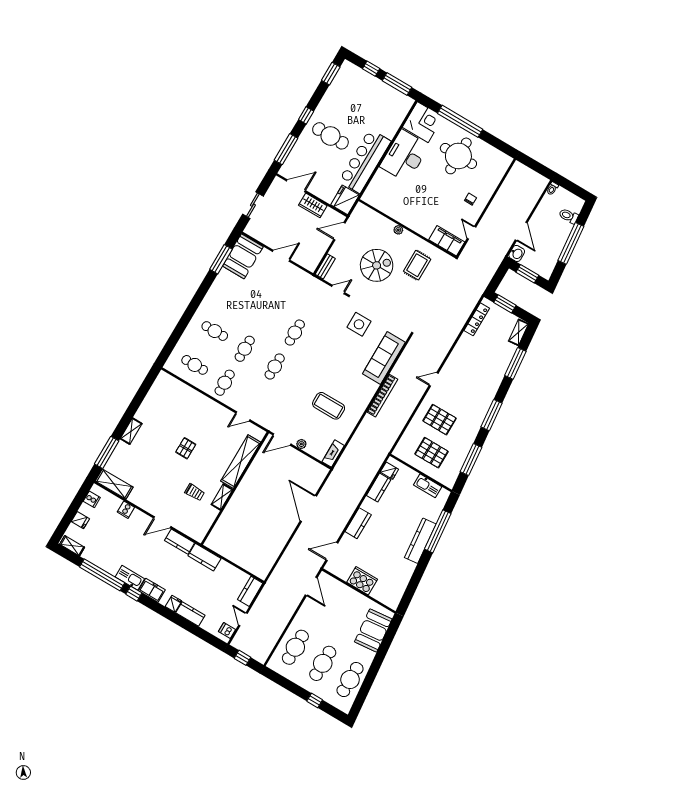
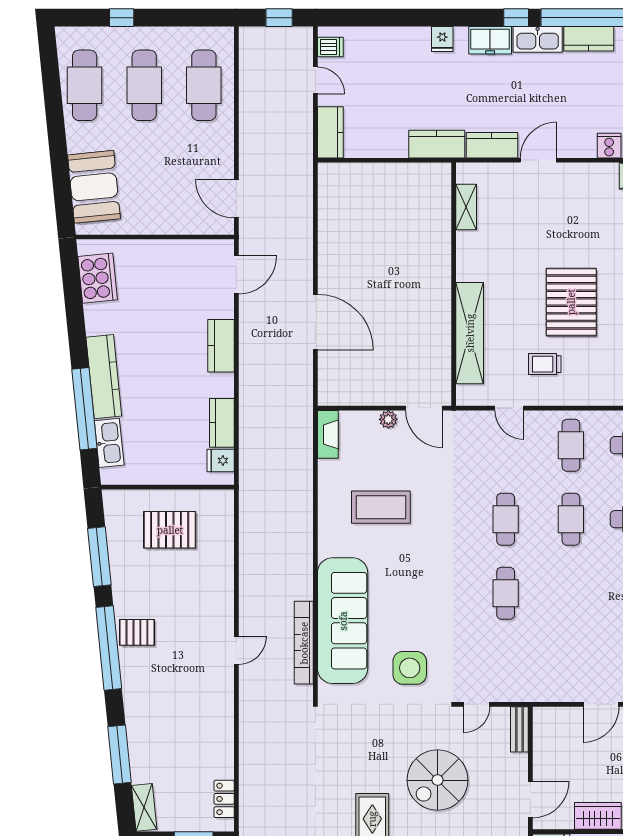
locker: (477, 319) -> (224, 799), width x0.66
sofa: (384, 358) -> (343, 621), width x1.36, depth x1.27
bookcase: (382, 396) -> (304, 643), moved
window: (492, 415) -> (109, 648), width x1.46
door: (243, 416) -> (509, 408), swing flipped
pallet: (440, 420) -> (137, 632), moved, width x0.67, depth x0.71
door: (282, 439) -> (424, 408), swing flipped
pallet: (186, 448) -> (571, 302), width x2.05, depth x2.00
kitchen sink: (428, 486) -> (109, 443), moved, turned 84
trolley: (195, 492) -> (545, 364), moved
shelving: (222, 497) -> (466, 207), moved
cooker: (362, 581) -> (98, 278), moved, turned -96
kitchen counter: (190, 614) -> (589, 39), moved

